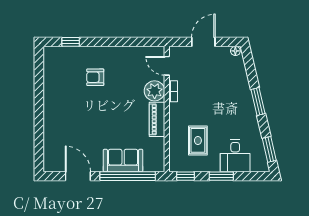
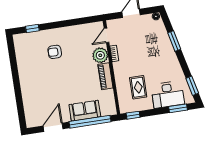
door: (167, 66) -> (107, 35), hinge flipped
window: (258, 101) -> (174, 41), moved
desk: (235, 156) -> (168, 94), width x1.37
door: (78, 176) -> (53, 127), hinge flipped
window: (221, 176) -> (178, 108), moved

